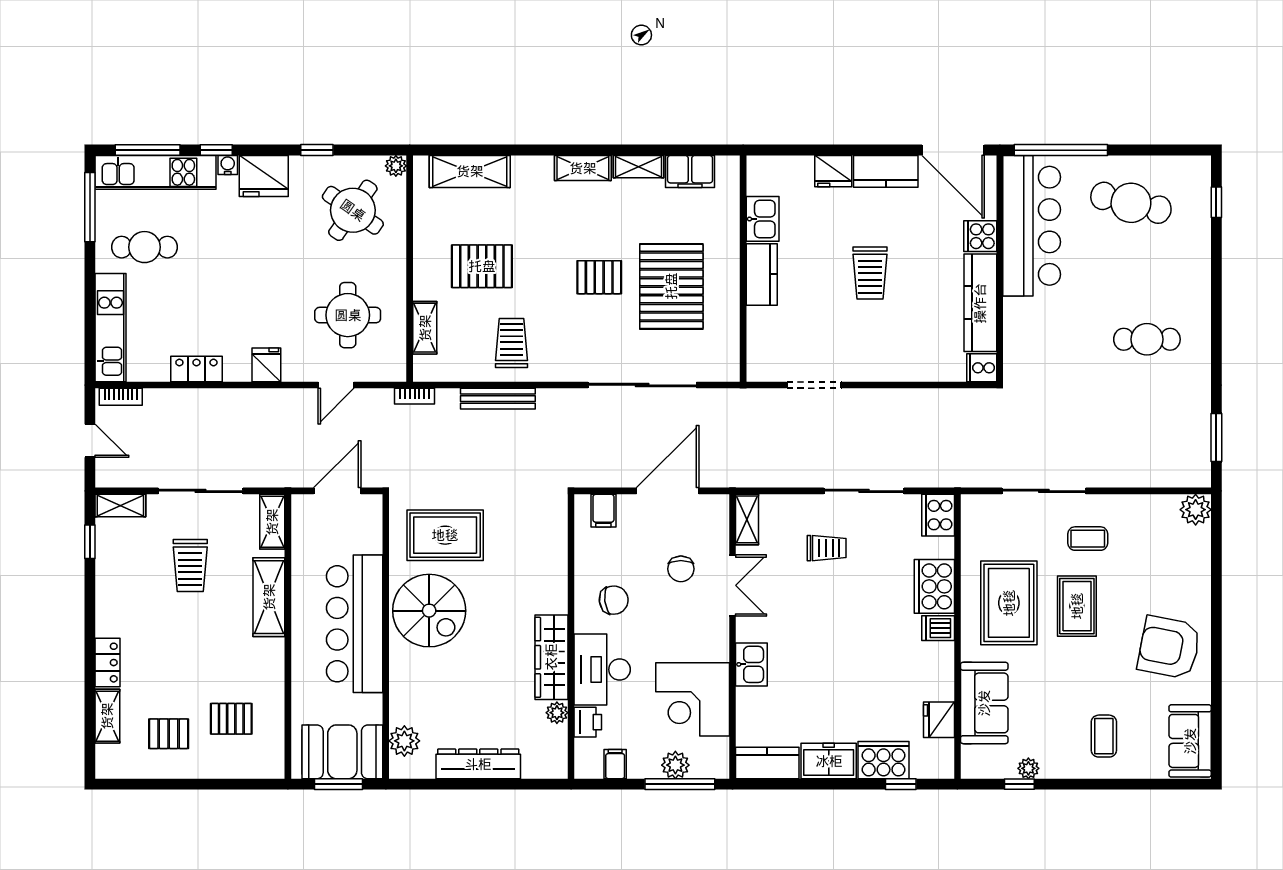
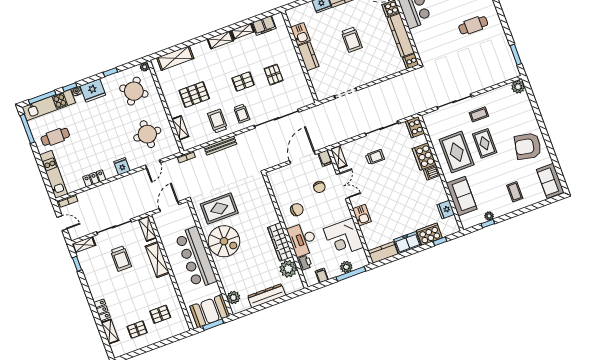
pallet: (671, 286) -> (274, 75), width x0.49, depth x0.50
trolley: (570, 346) -> (242, 114), added
filing cabinet: (603, 511) -> (325, 158), moved
plant: (557, 713) -> (288, 269), width x1.88, depth x1.88

